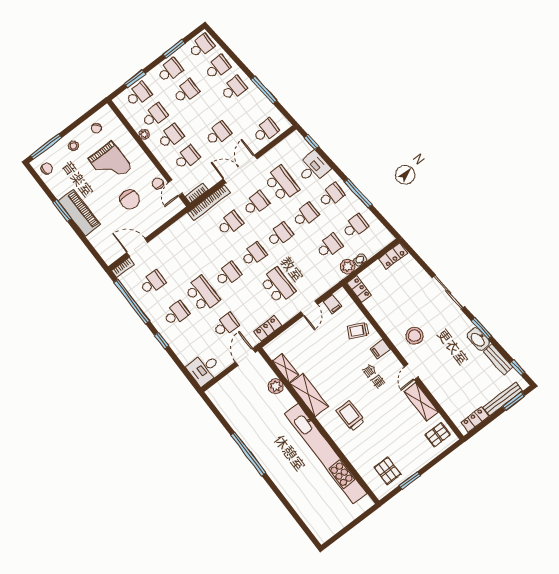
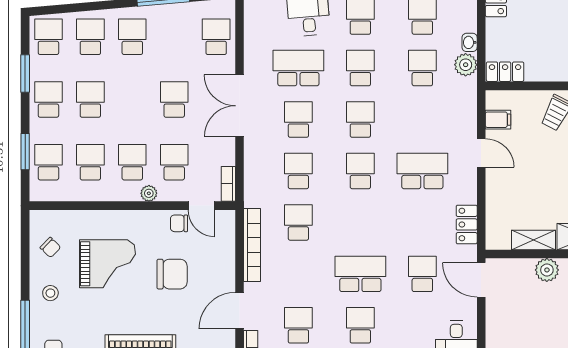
plant: (144, 134) -> (149, 193), moved
bookcase: (209, 203) -> (252, 245), moved
school desk: (228, 274) -> (298, 222), moved

